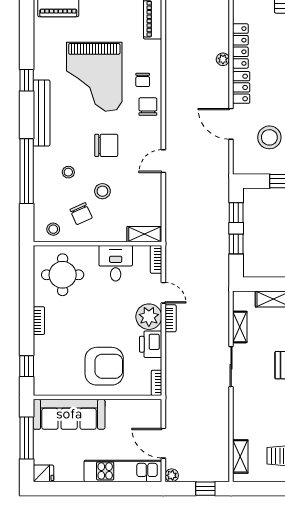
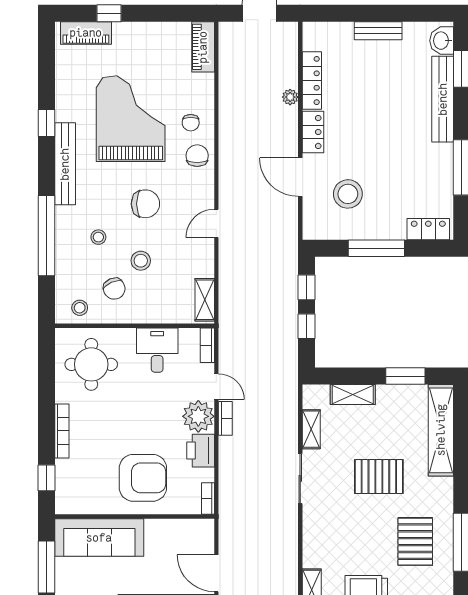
grand piano: (94, 77) -> (131, 119), turned 180
shelving: (144, 234) -> (205, 300), moved, turned 90
bookcase: (39, 321) -> (62, 431), width x1.56

